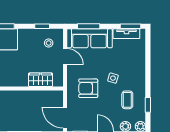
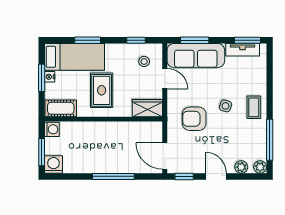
rug: (15, 66) -> (102, 90), added
wardrobe: (41, 80) -> (147, 108), moved
coffee table: (127, 100) -> (254, 107), moved
window: (148, 105) -> (270, 140), width x2.17

